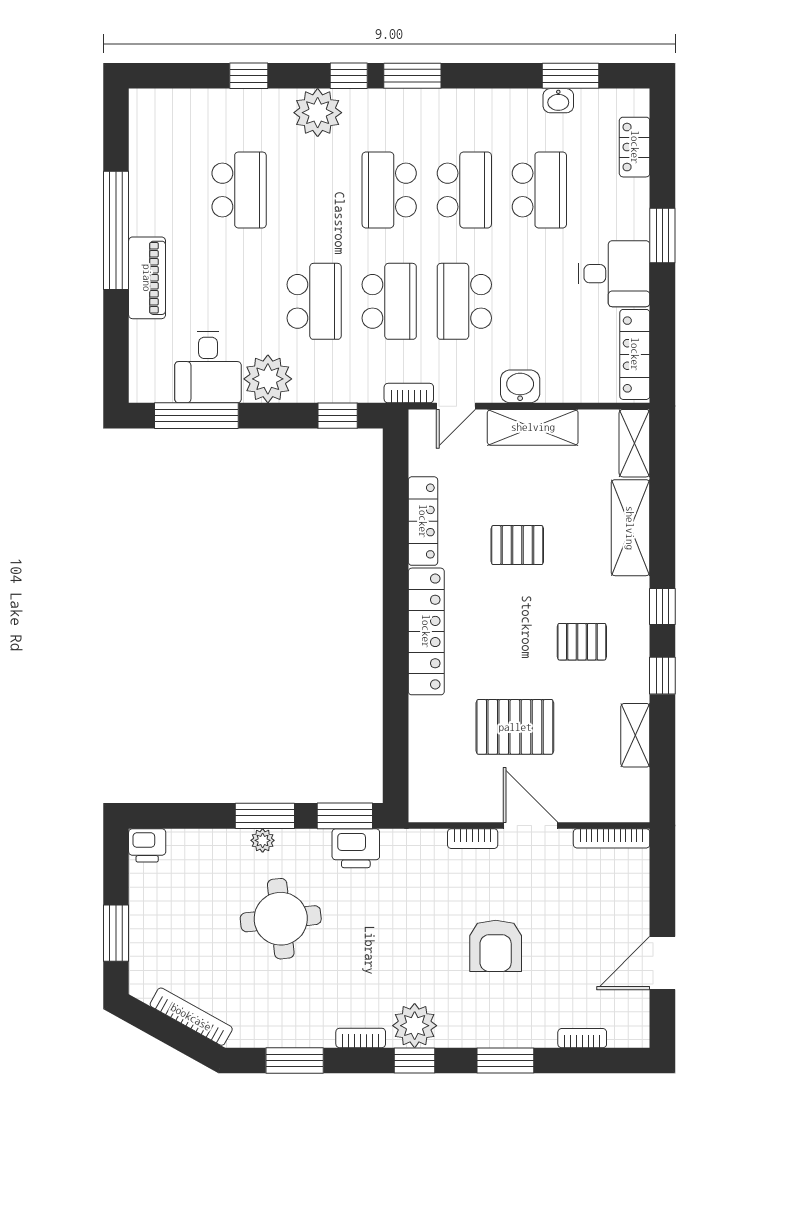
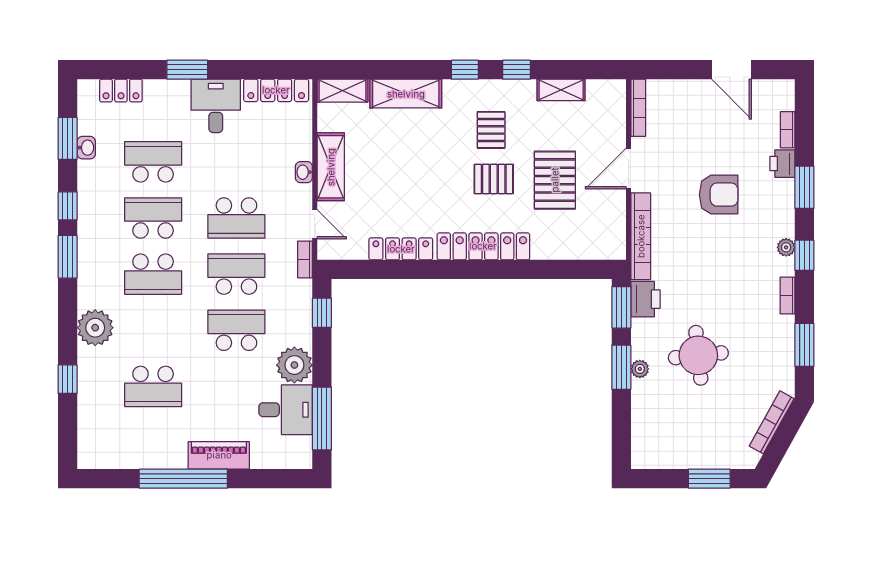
window: (349, 76) -> (68, 206), moved
school desk: (239, 190) -> (153, 386), turned 180
washbasin: (520, 386) -> (304, 172), width x0.72, depth x0.69
pallet: (517, 545) -> (494, 179), moved, turned 90
bookcase: (473, 839) -> (641, 236), width x2.31, depth x1.31
printer: (147, 845) -> (782, 164), moved, turned 180
plant: (415, 1026) -> (786, 247), width x0.53, depth x0.53

